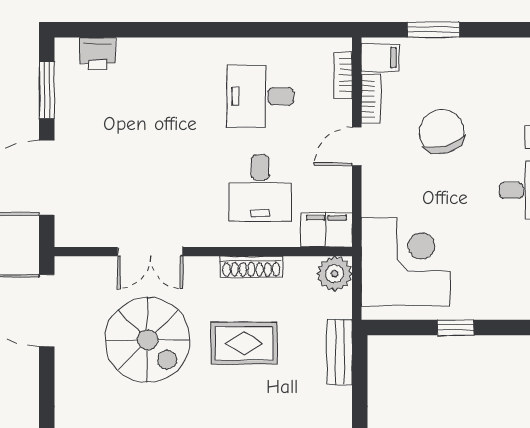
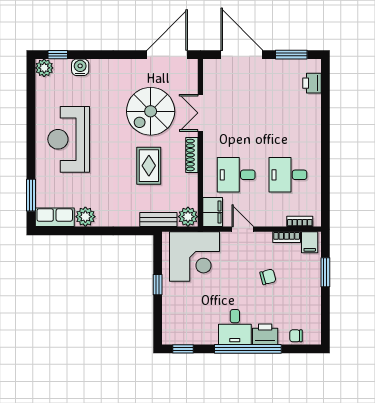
desk: (260, 96) -> (288, 175), turned -90
chair: (442, 132) -> (268, 277), width x0.54, depth x0.54
door: (357, 146) -> (243, 229), moved
shoe rack: (251, 267) -> (192, 155), moved
bench: (340, 352) -> (158, 219), moved

